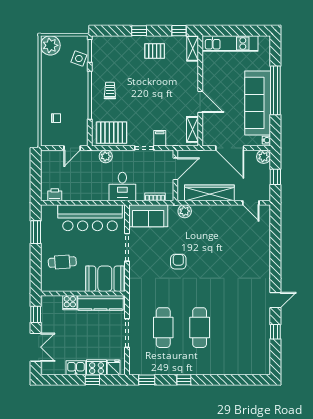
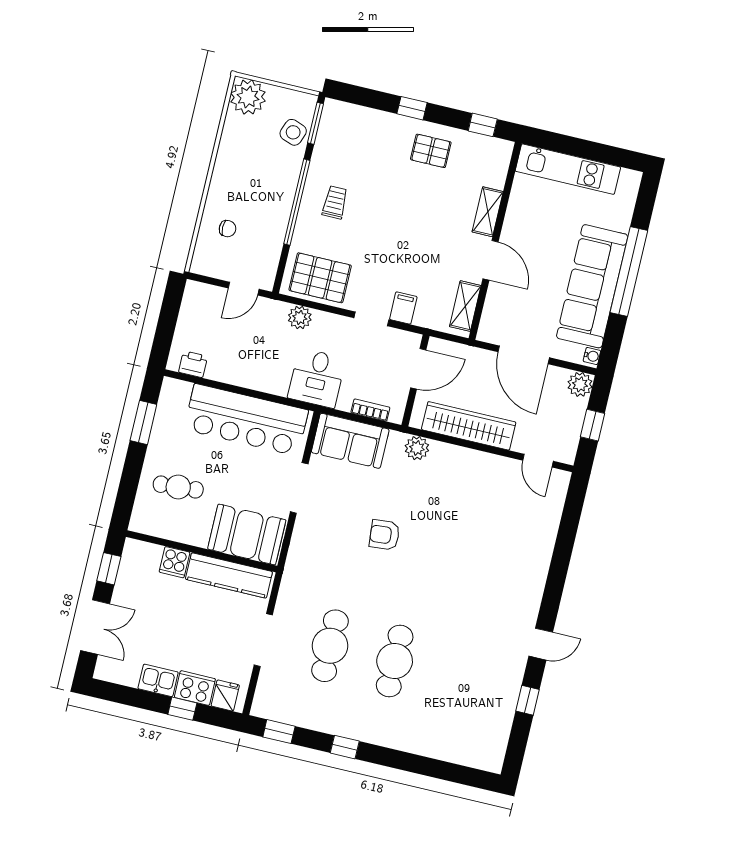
shelving: (193, 48) -> (488, 212), moved
armchair: (178, 262) -> (384, 535), turned -95

